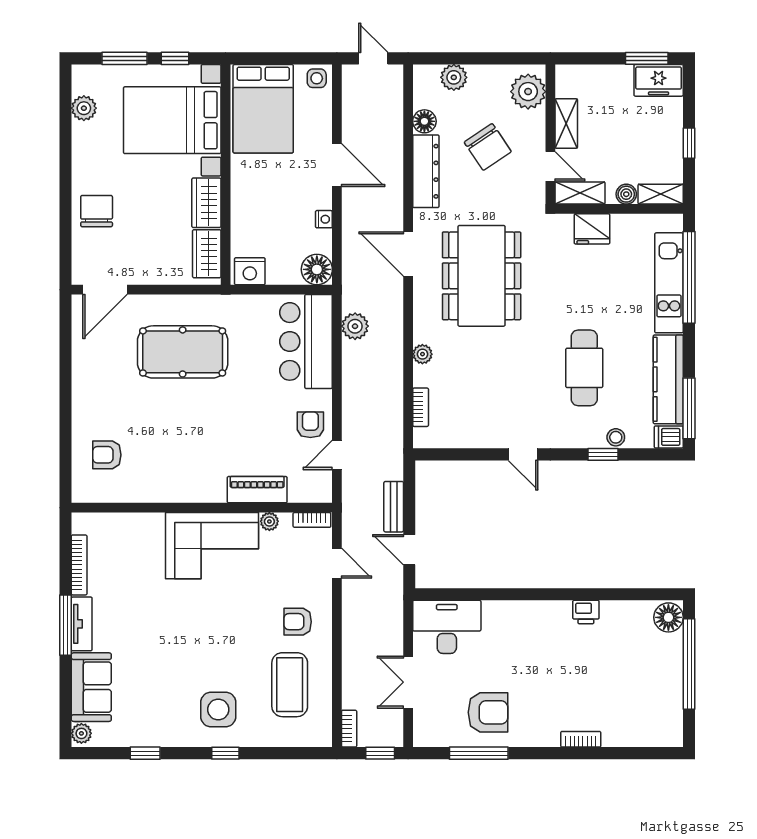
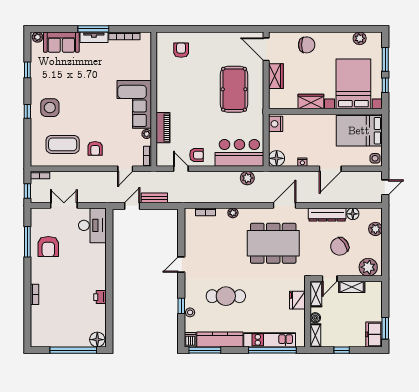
wardrobe: (207, 254) -> (276, 76), moved, turned 90
armchair: (298, 622) -> (95, 148), turned 180

